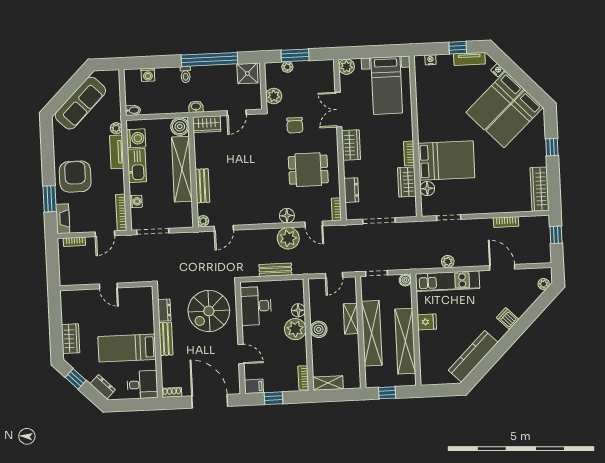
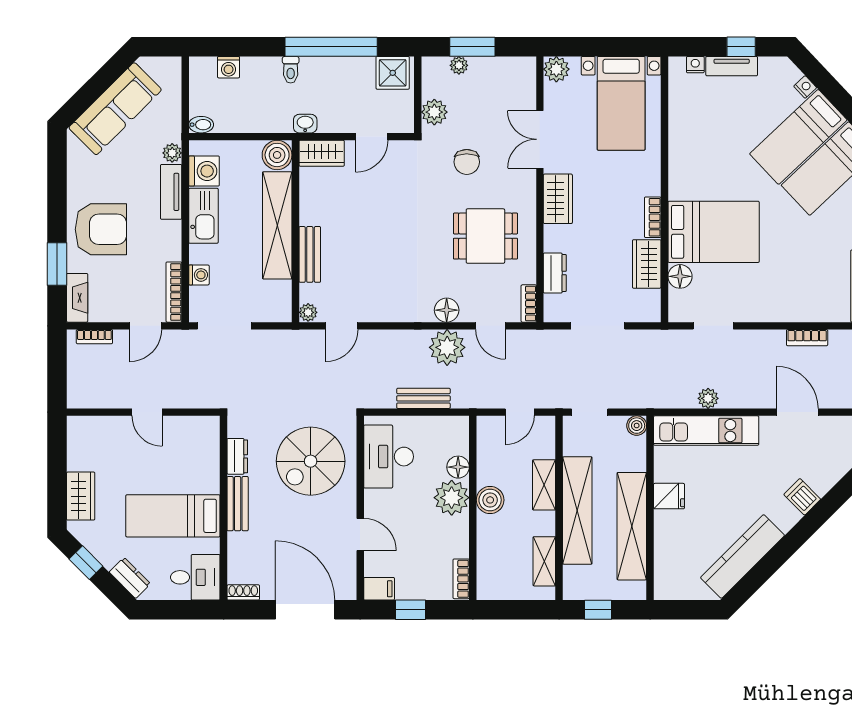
tv unit: (469, 59) -> (732, 66), moved
armchair: (75, 177) -> (101, 229), turned 90
shelving: (328, 383) -> (544, 561), moved, turned 90

